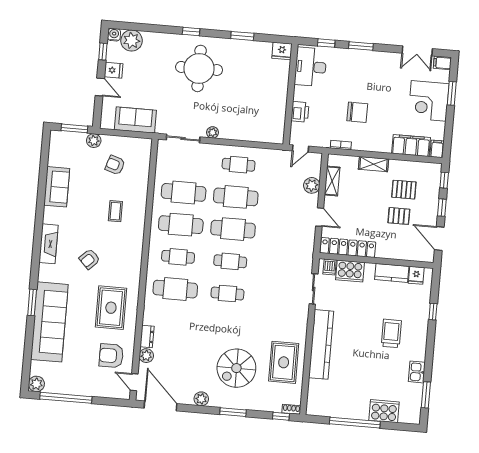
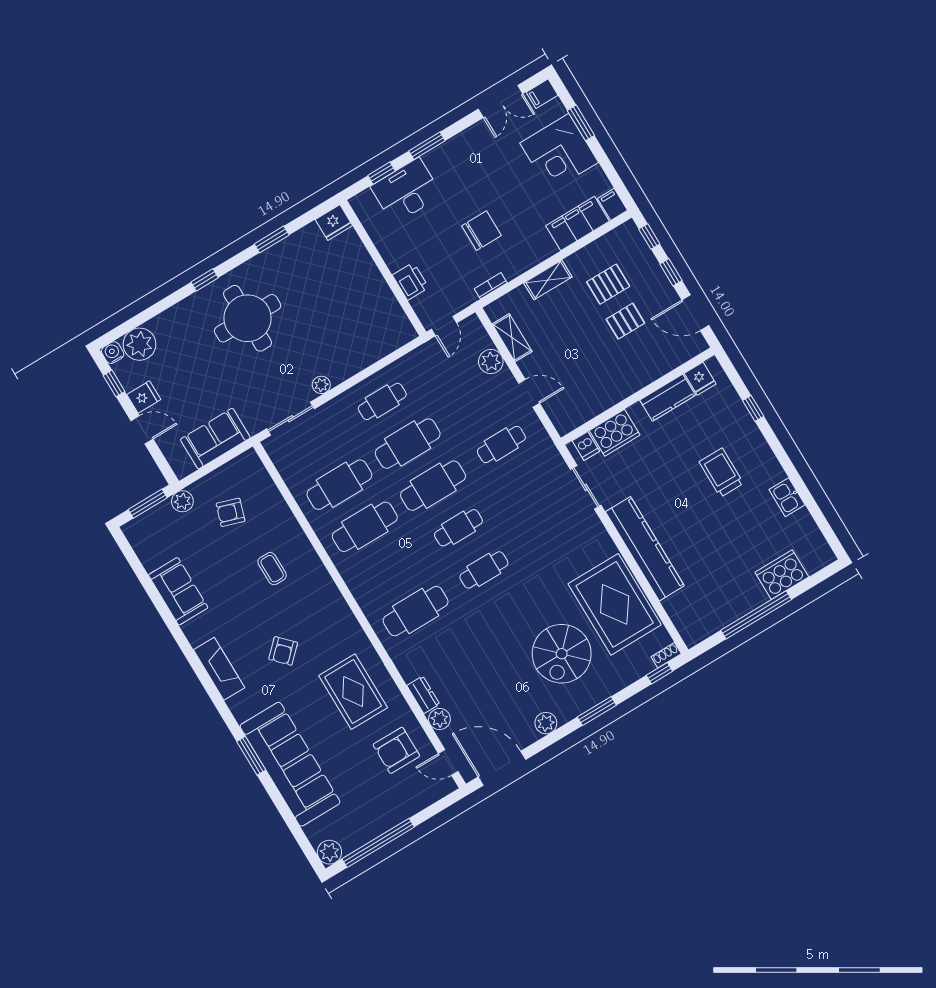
desk: (311, 67) -> (406, 191), moved, turned 90
locker: (348, 247) -> (591, 405), removed
cafe table: (178, 257) -> (501, 444), moved
rug: (284, 362) -> (615, 604), width x1.37, depth x1.44
window: (426, 395) -> (819, 517), removed

